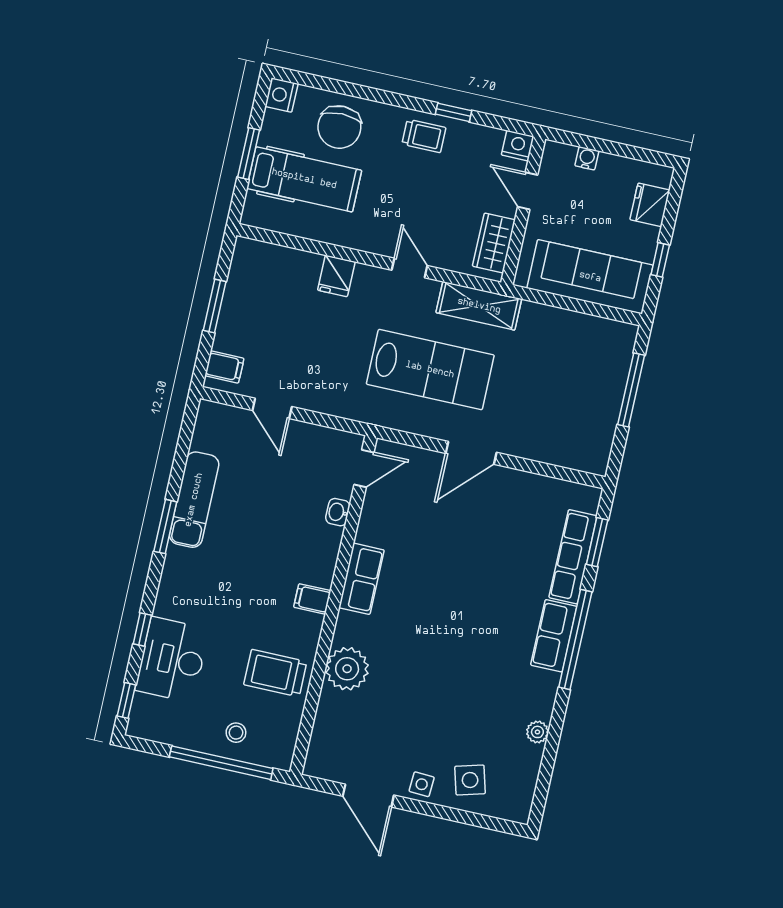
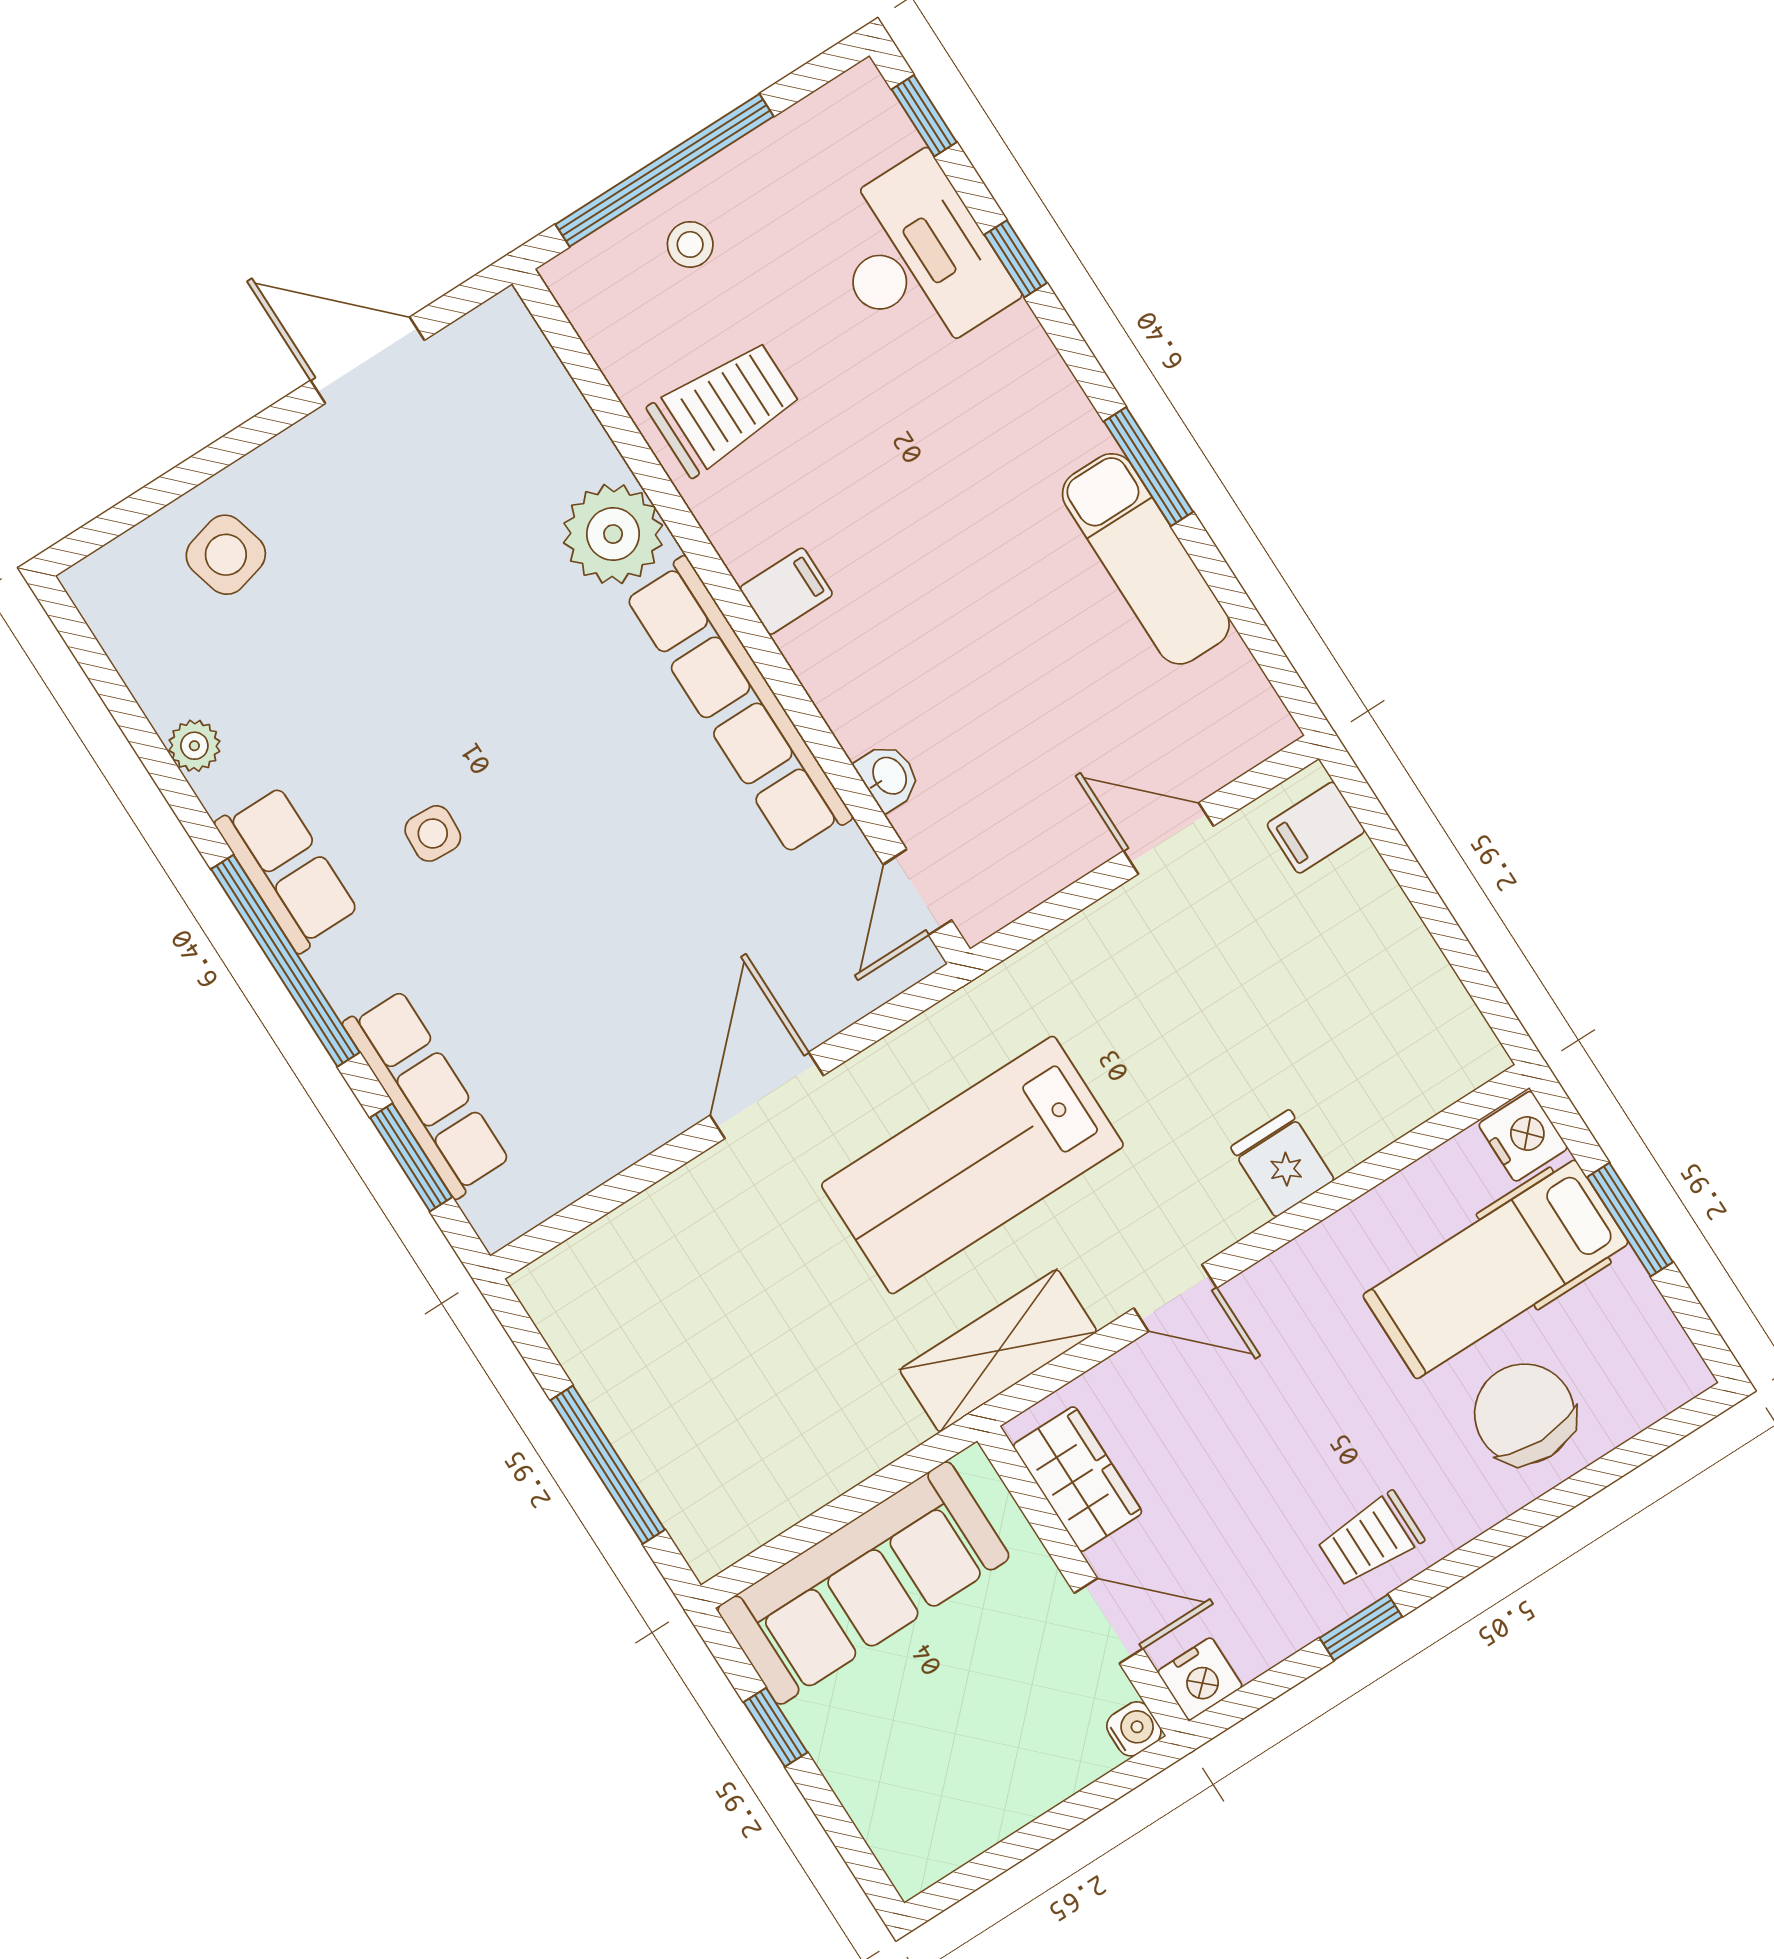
nightstand: (282, 95) -> (1523, 1136), moved
water cooler: (587, 158) -> (1134, 1729), moved, turned -90
fridge: (650, 205) -> (884, 1801), removed
window: (215, 306) -> (1433, 912), removed
row of seats: (361, 579) -> (739, 706), width x2.02
row of seats: (554, 636) -> (287, 869), moved
side table: (422, 784) -> (433, 833), moved

